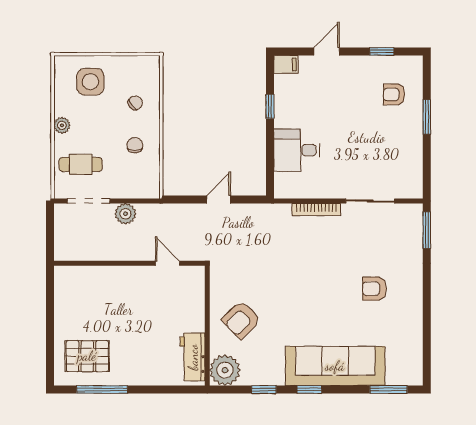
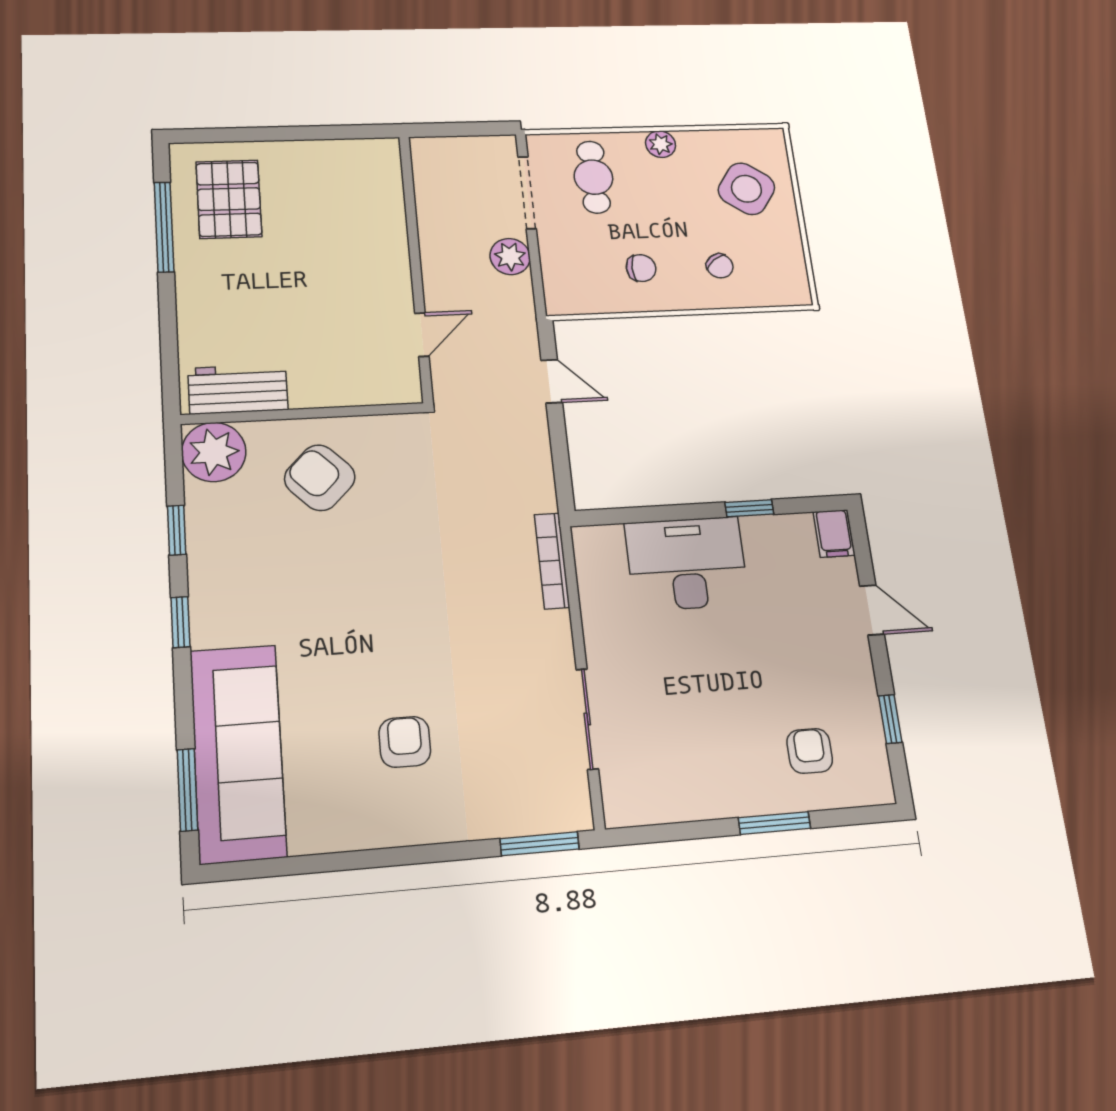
side table: (90, 82) -> (746, 189), turned 35
desk: (297, 150) -> (687, 564), width x1.37
door: (219, 199) -> (552, 381), moved
bookcase: (316, 210) -> (552, 561), moved
sofa: (335, 366) -> (238, 753), moved

